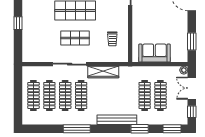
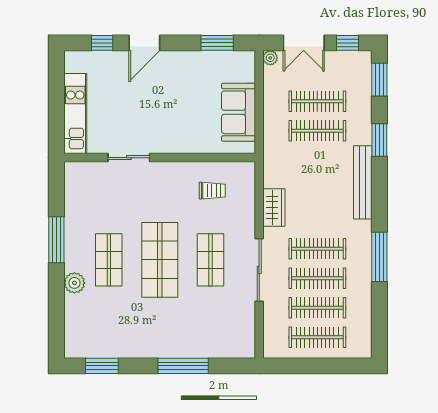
window: (18, 23) -> (183, 366), width x2.17
wardrobe: (103, 72) -> (274, 208), width x0.67

